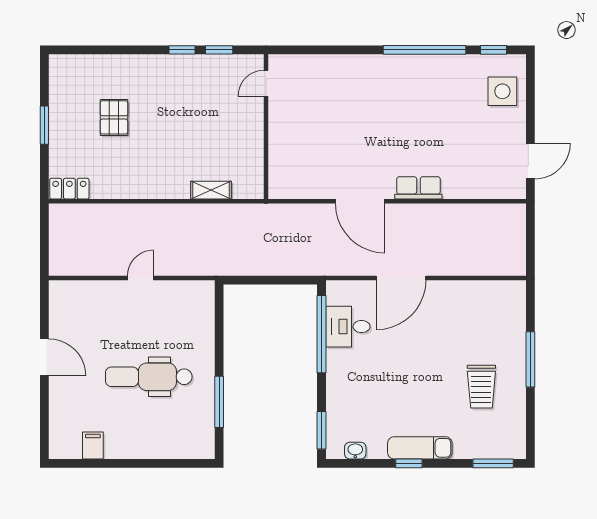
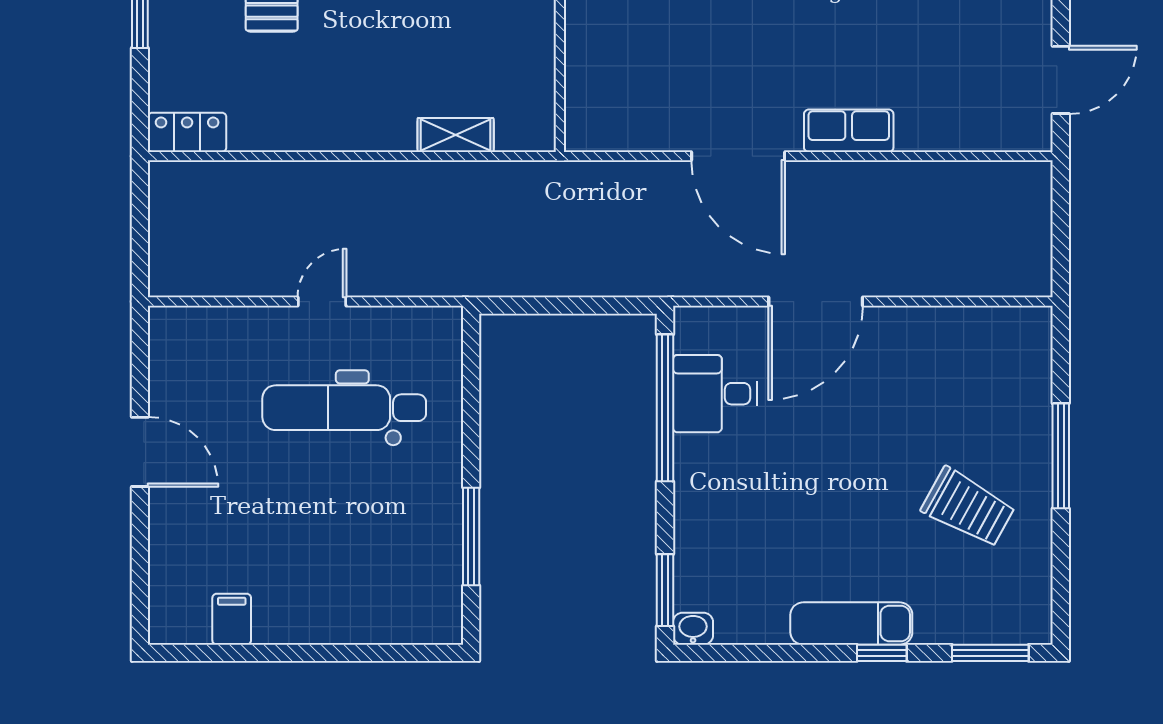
dental chair: (149, 377) -> (344, 408), moved
trolley: (481, 387) -> (968, 507), turned -61
washbasin: (355, 451) -> (693, 629), moved
window: (409, 463) -> (882, 653), moved

